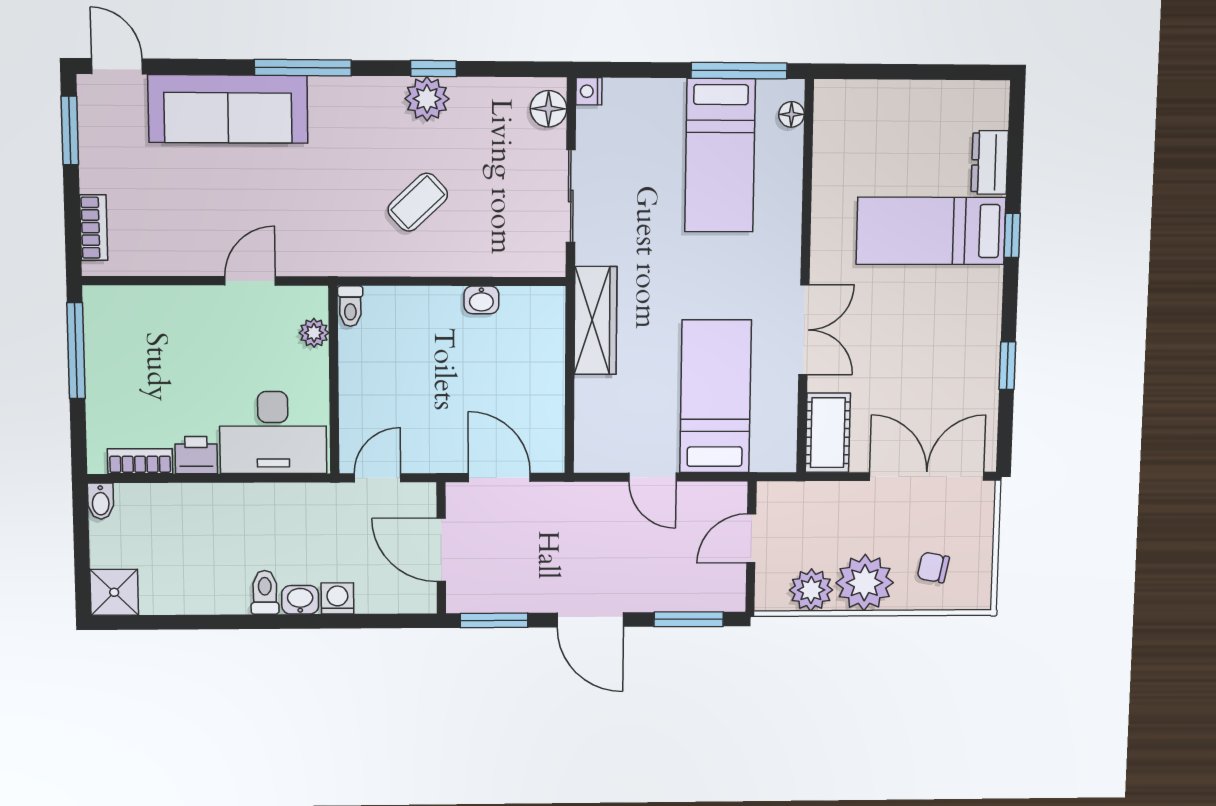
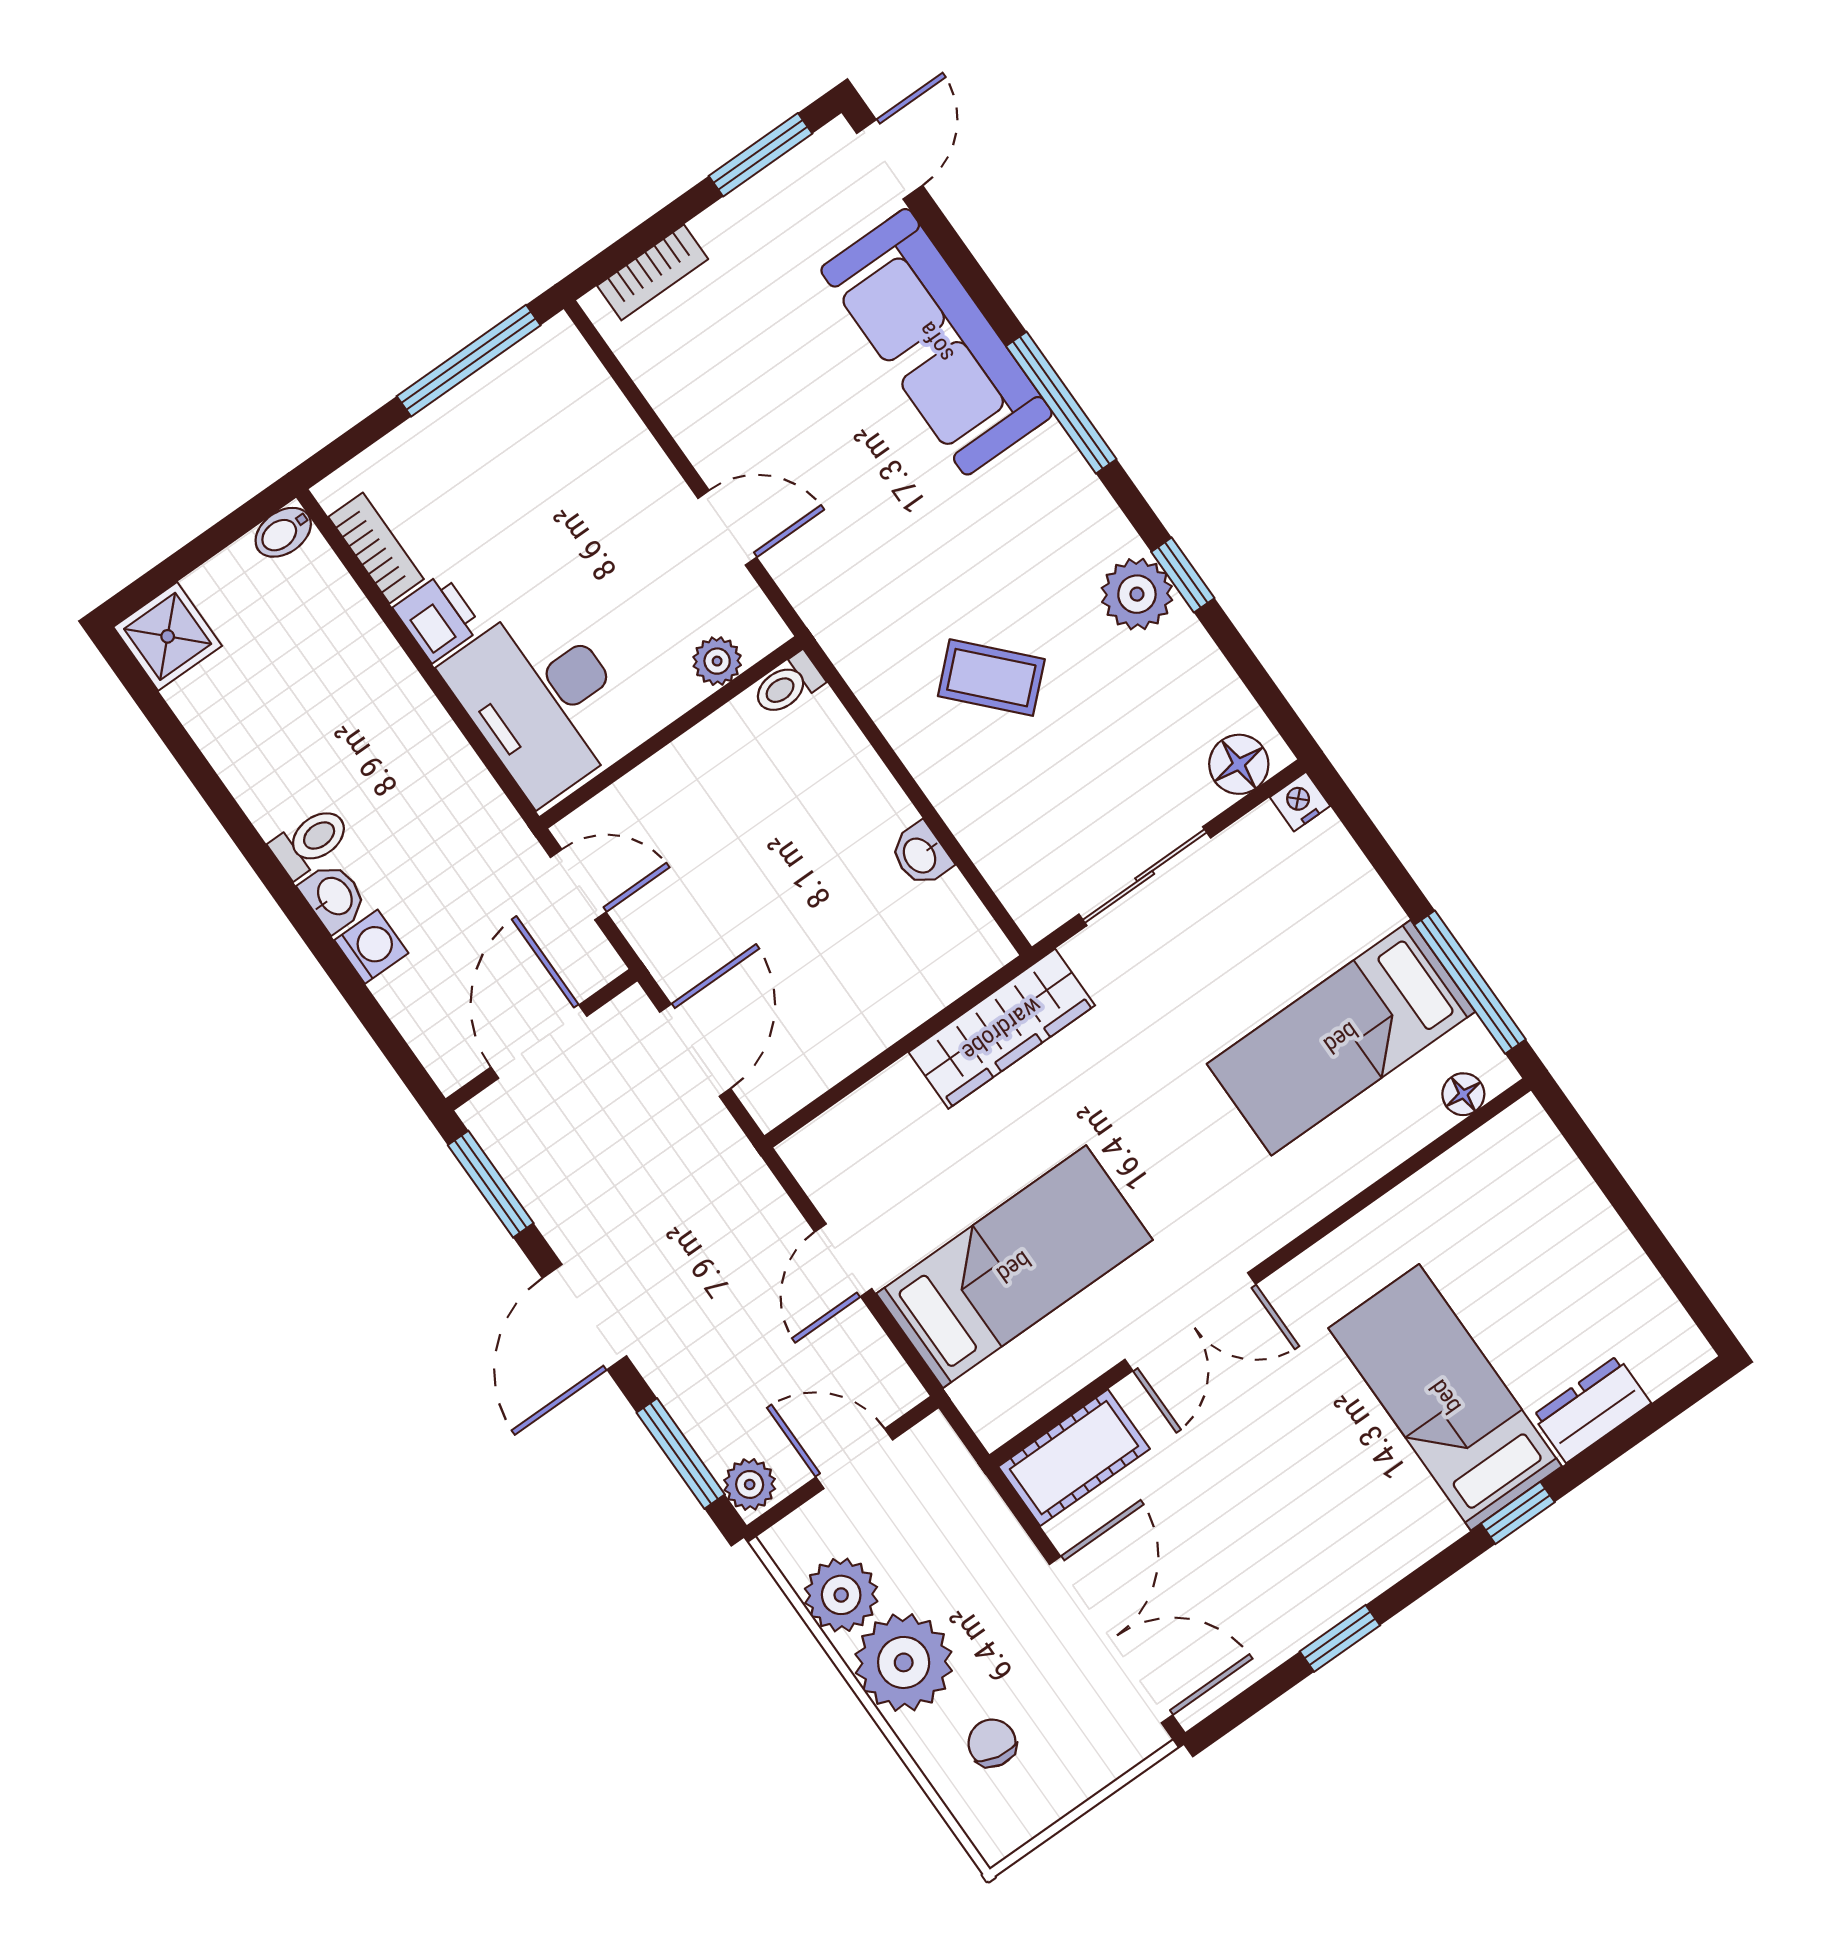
plant: (727, 597) -> (750, 1484), added

